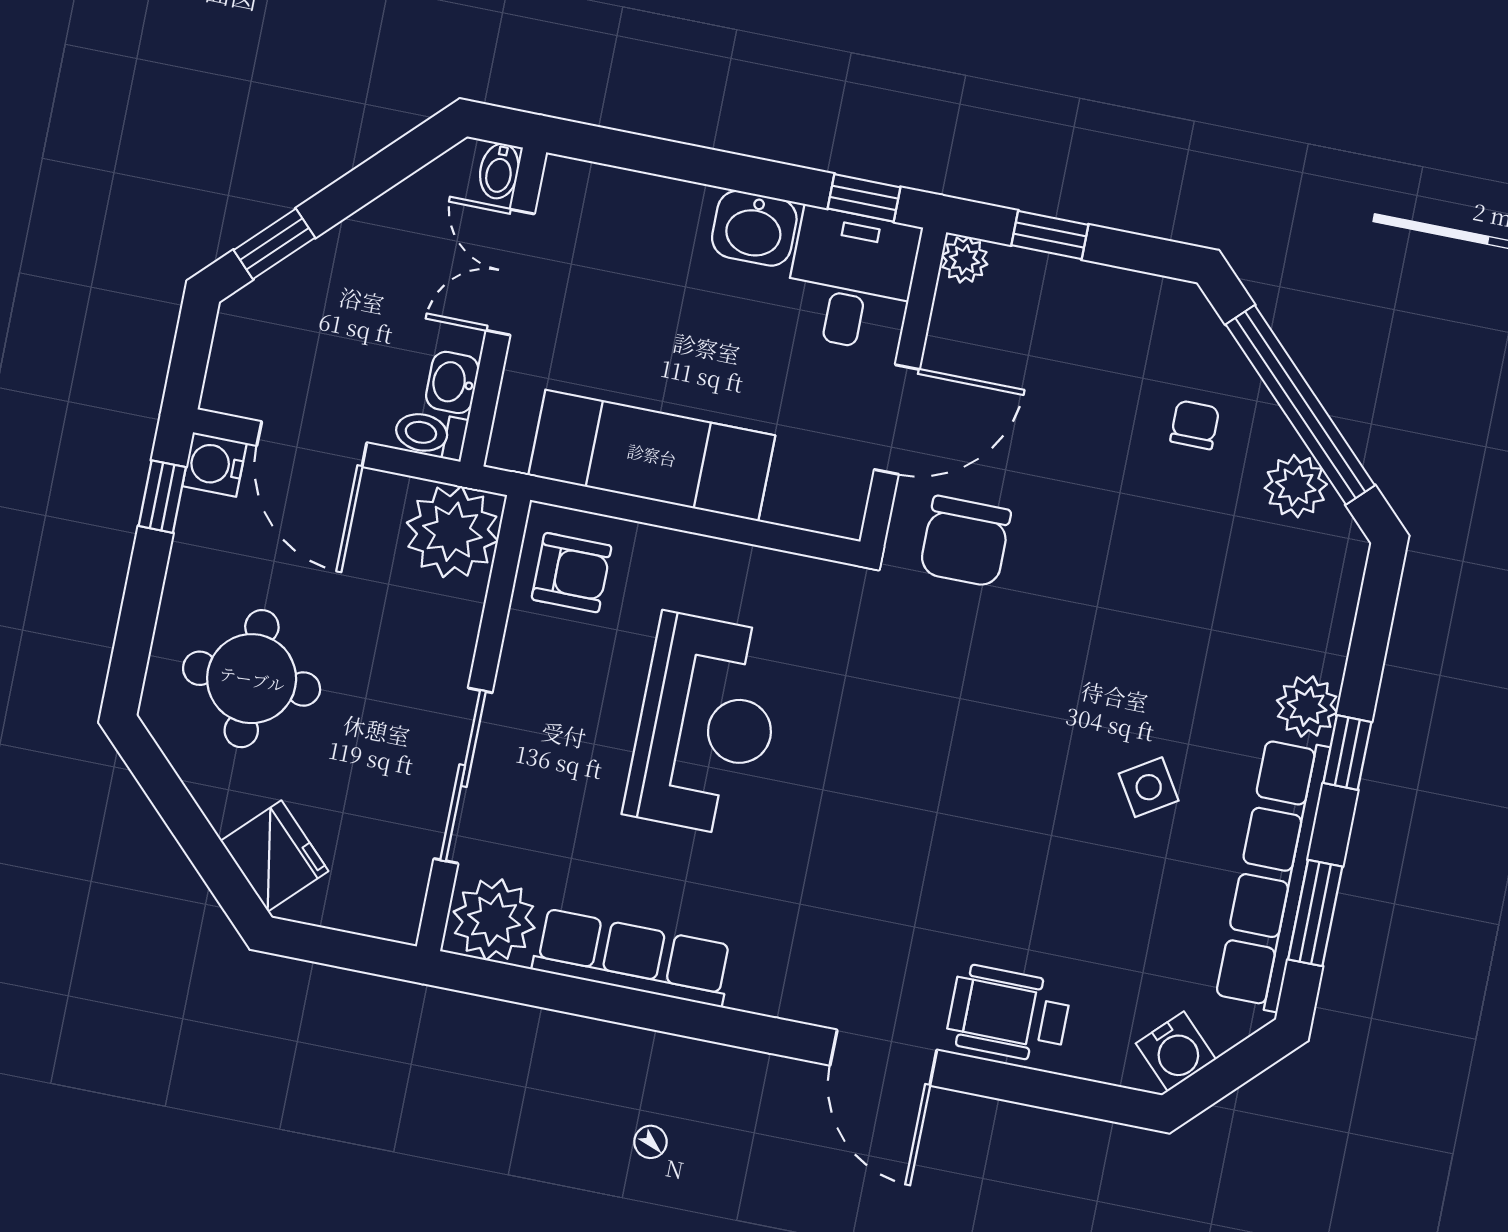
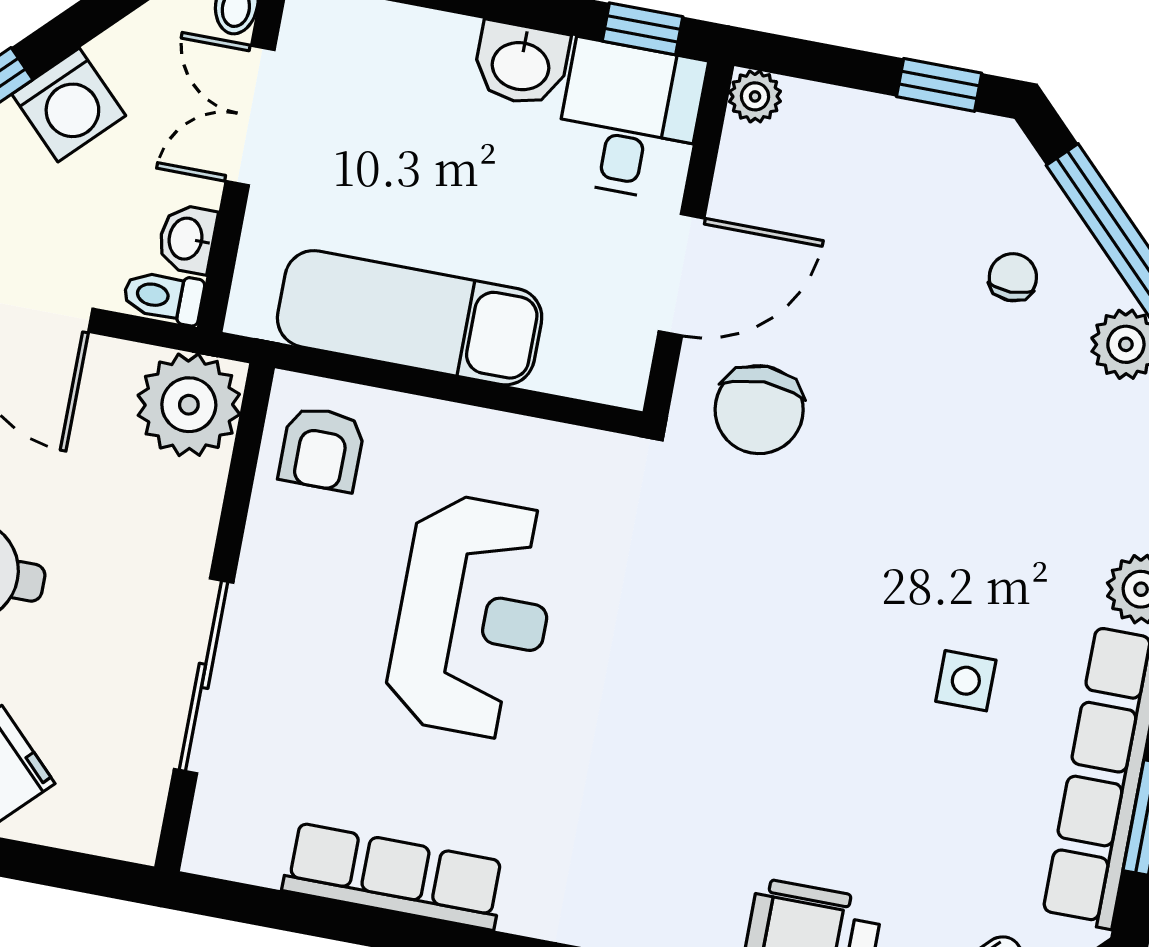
window: (1050, 235) -> (939, 85), moved
washing machine: (347, 261) -> (69, 105), added
armchair: (572, 573) -> (322, 449), turned 90
side table: (1149, 787) -> (966, 681), turned 32
plant: (494, 920) -> (240, 836), removed

